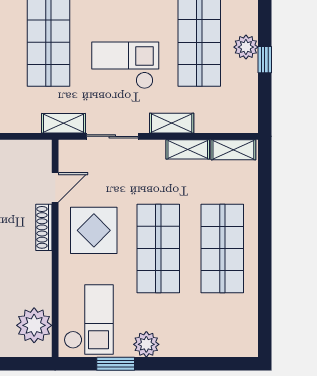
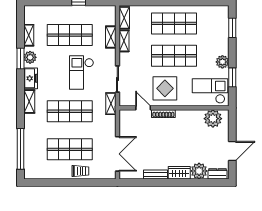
plant: (246, 47) -> (72, 11), removed
shelving: (172, 123) -> (111, 37), moved
window: (213, 364) -> (232, 28), added

